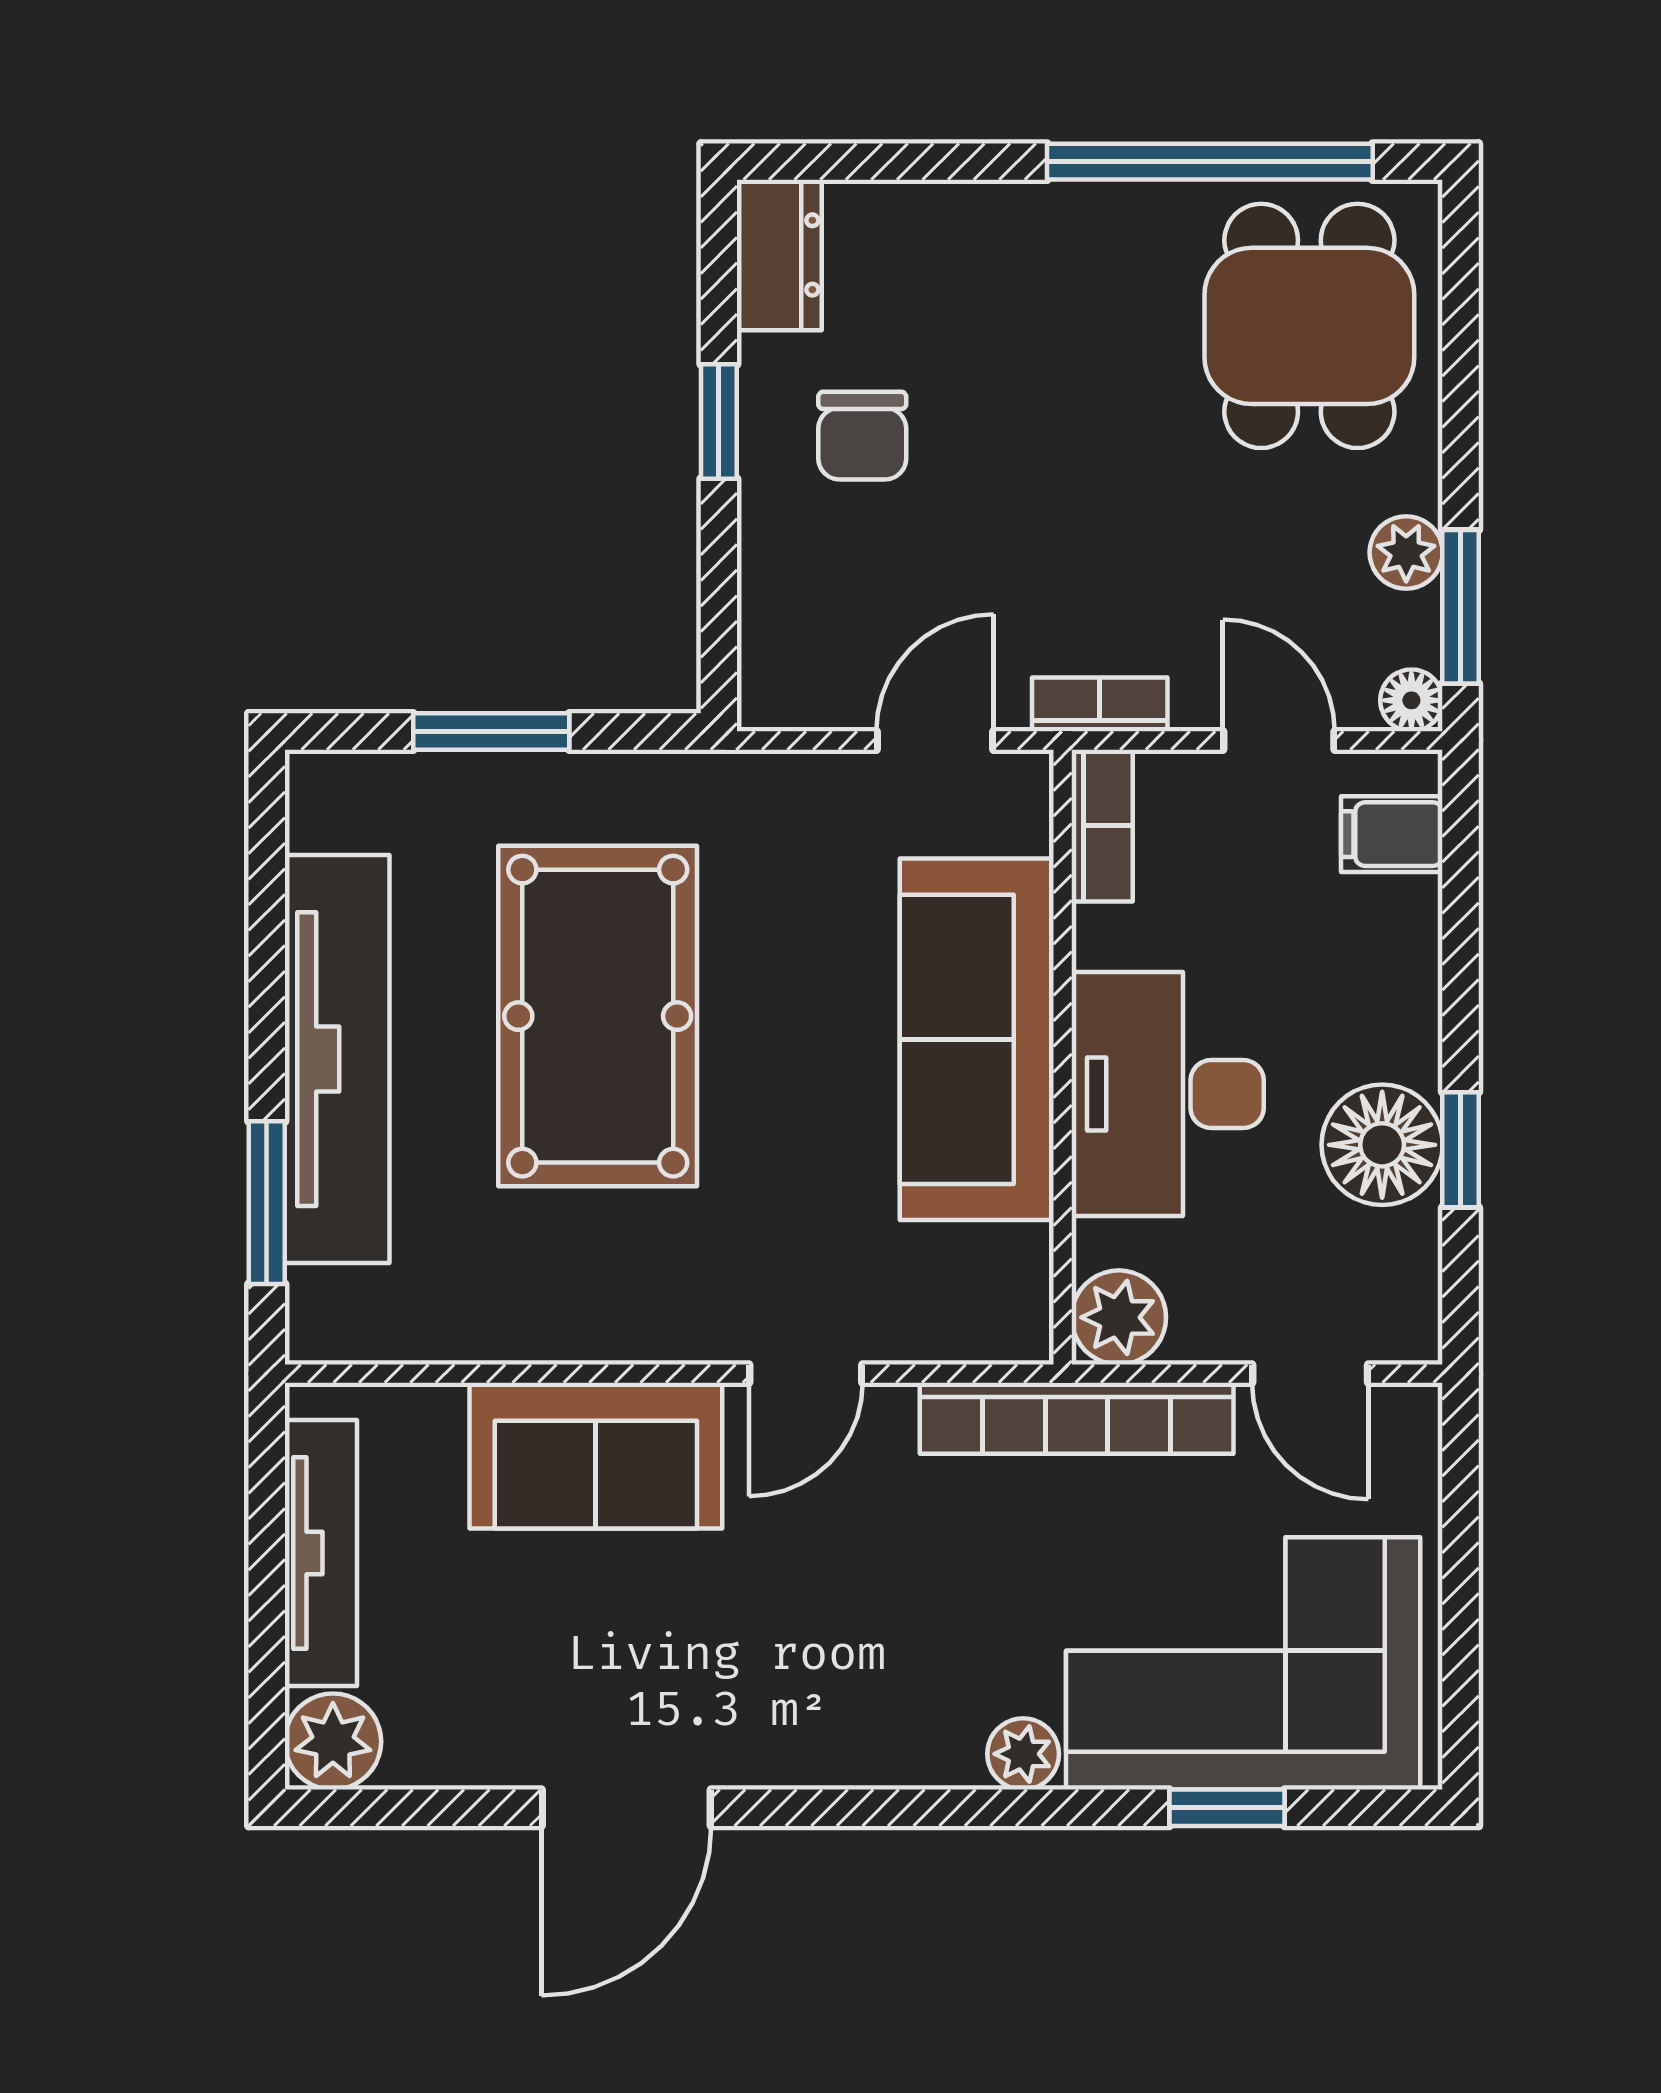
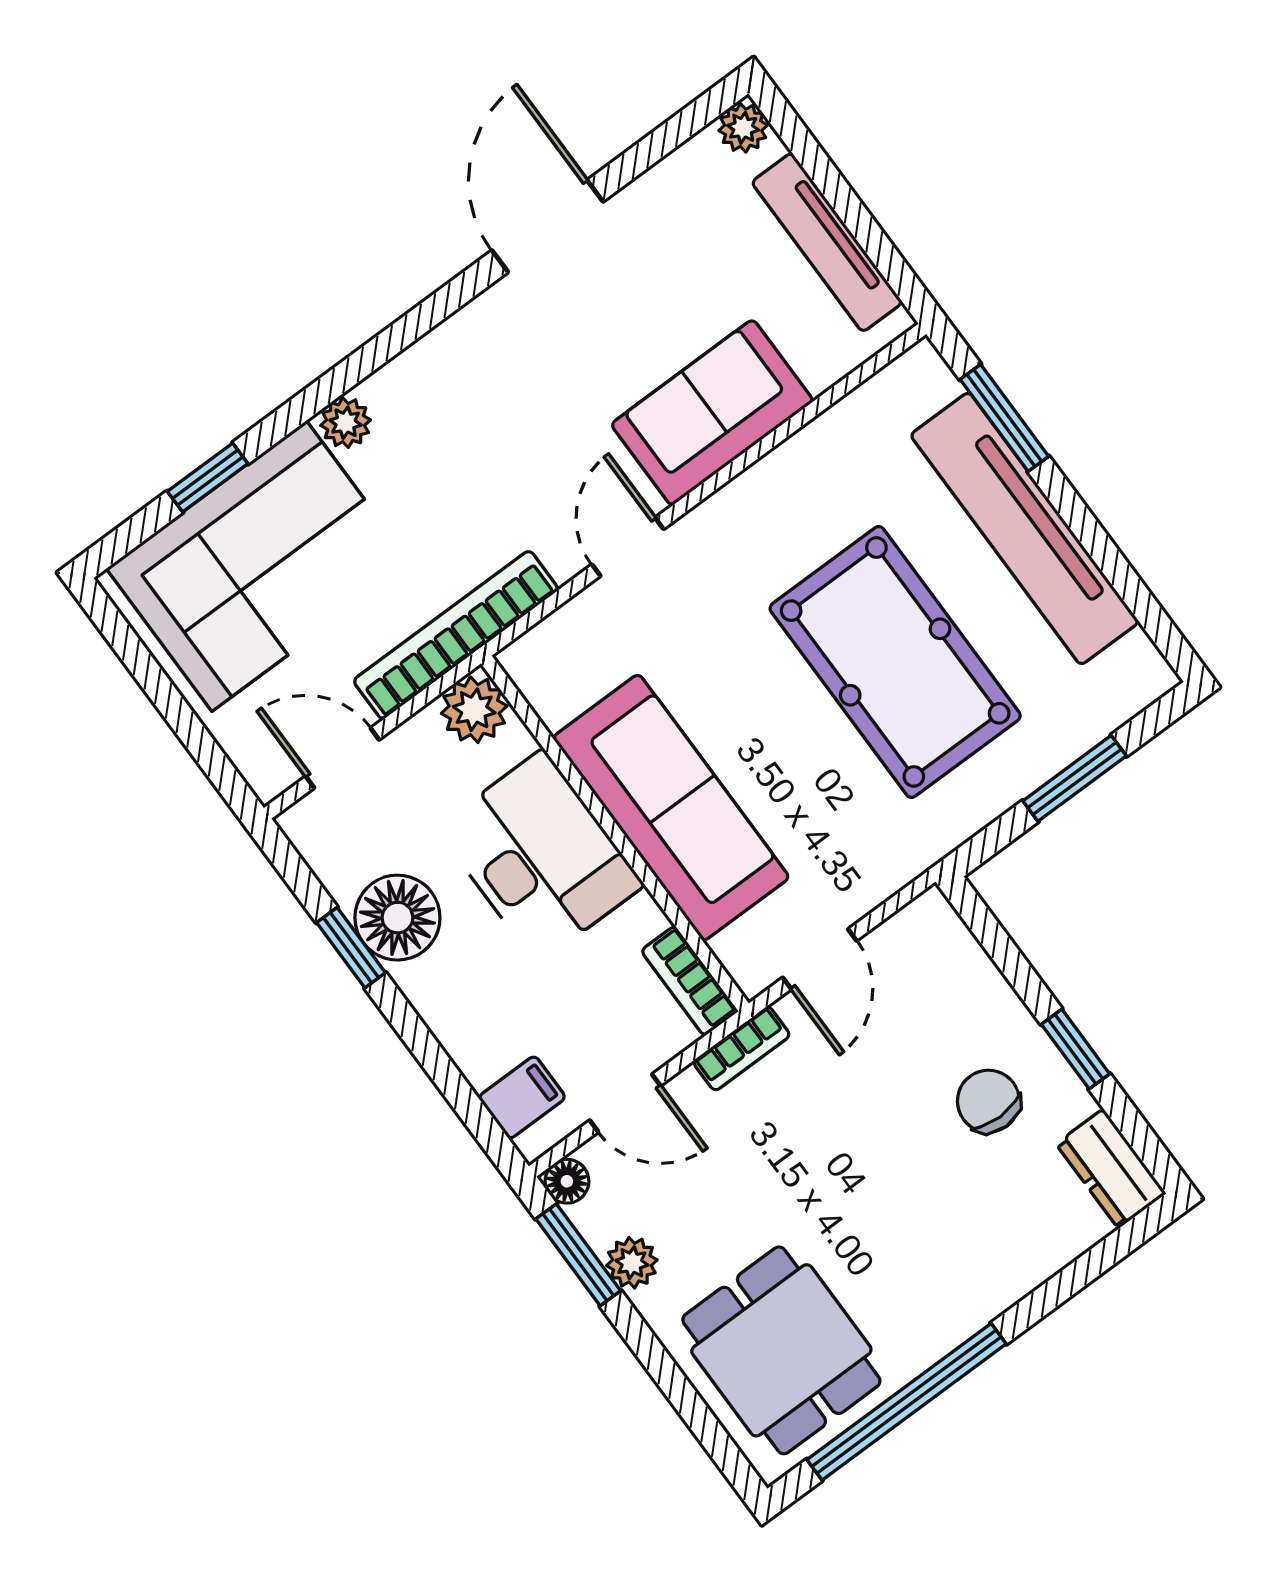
plant: (333, 1742) -> (743, 128), width x0.73, depth x0.73

